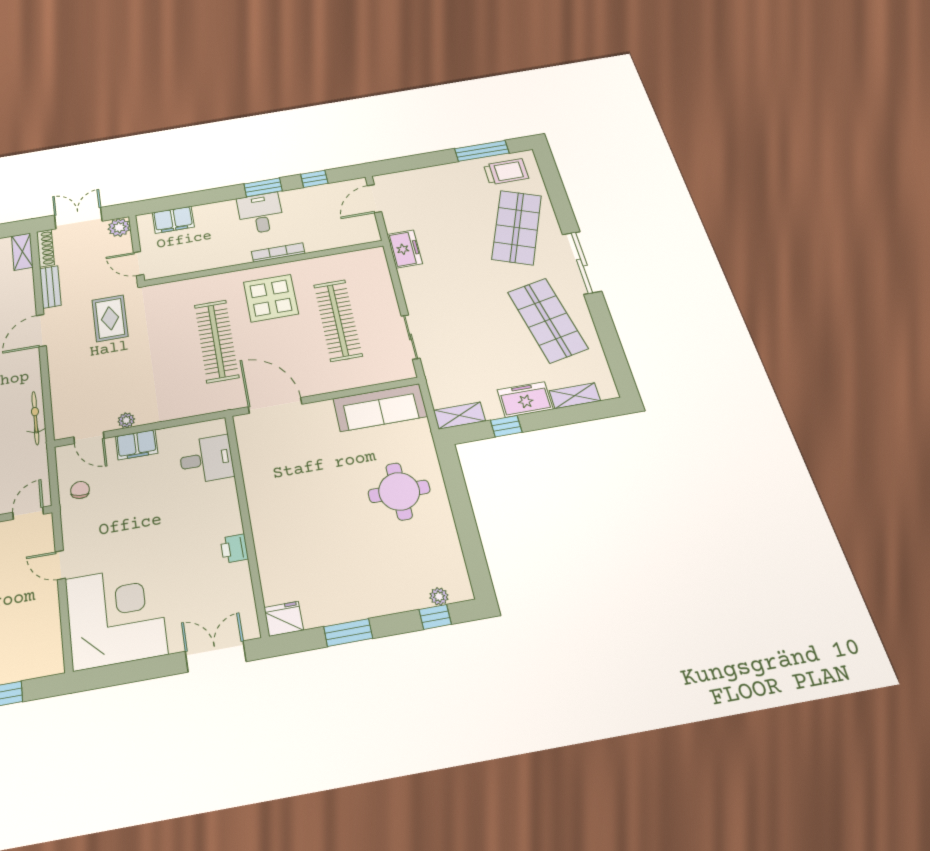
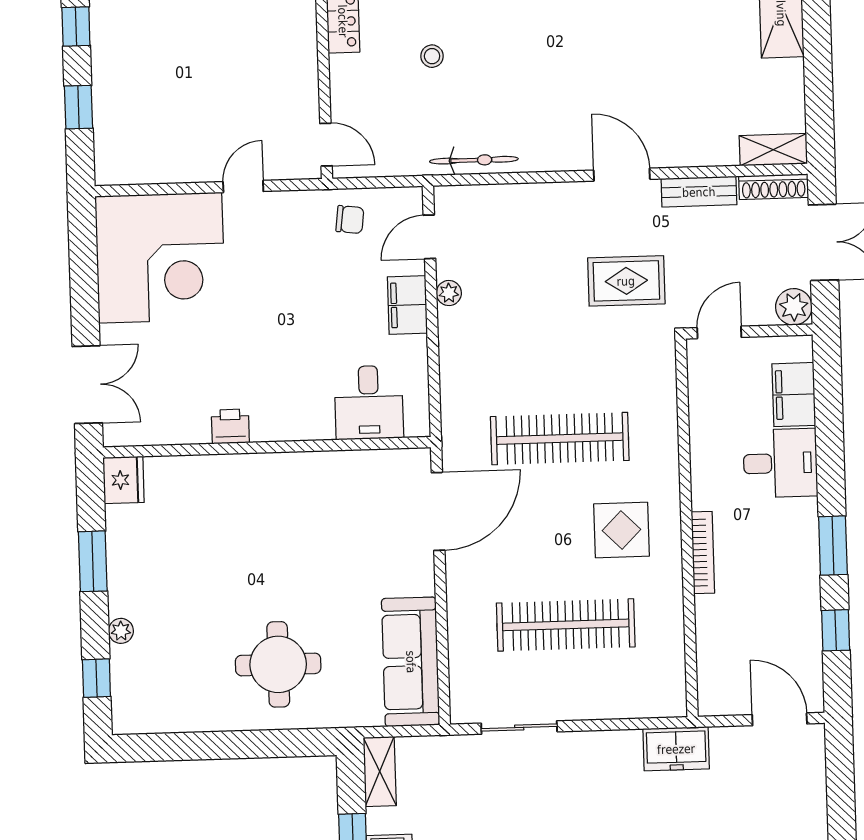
desk: (260, 213) -> (780, 463), moved
display table: (271, 298) -> (621, 530), width x0.73, depth x0.73
plant: (439, 596) -> (121, 631), moved

